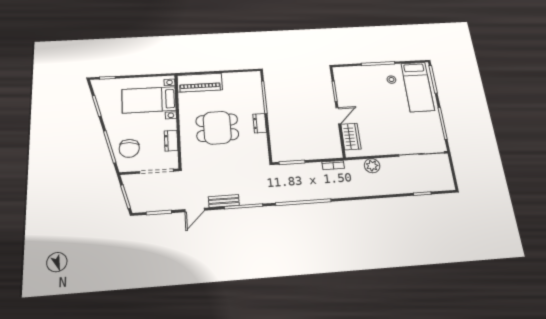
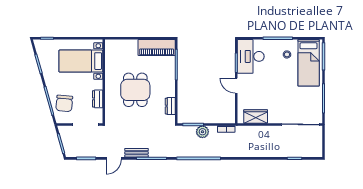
piano: (200, 83) -> (157, 47), moved
desk: (350, 84) -> (251, 56), added
door: (338, 116) -> (236, 86), swing flipped
dresser: (260, 123) -> (170, 106), moved
dining table: (217, 128) -> (135, 90), turned 90
wardrobe: (351, 136) -> (256, 116), moved, turned -90
plant: (372, 166) -> (202, 132), moved

